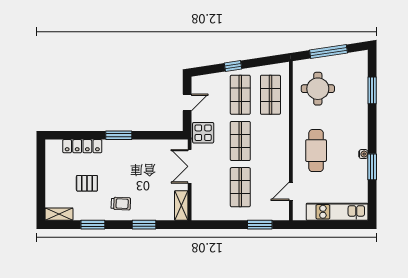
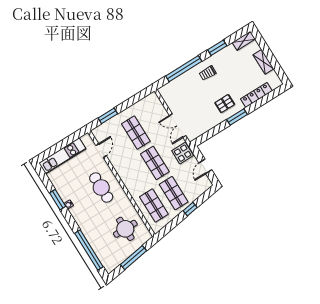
window: (372, 90) -> (89, 250), width x2.11
double door: (190, 166) -> (178, 126), swing flipped
pallet: (87, 183) -> (225, 104), moved
shelving: (181, 206) -> (263, 62), moved
window: (144, 225) -> (184, 69), width x2.11

